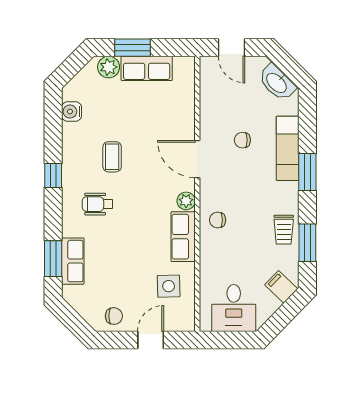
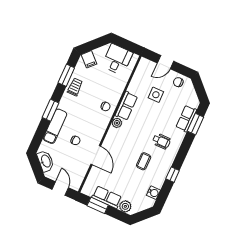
window: (133, 48) -> (98, 205), moved
door: (197, 159) -> (96, 155), moved
window: (53, 175) -> (173, 175), moved
side table: (169, 286) -> (156, 95), moved

